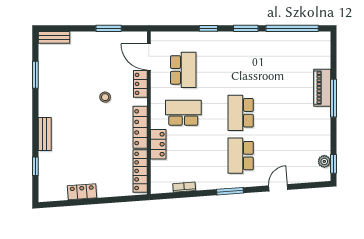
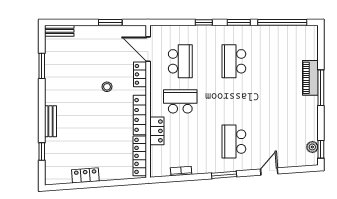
school desk: (241, 113) -> (234, 61), moved

